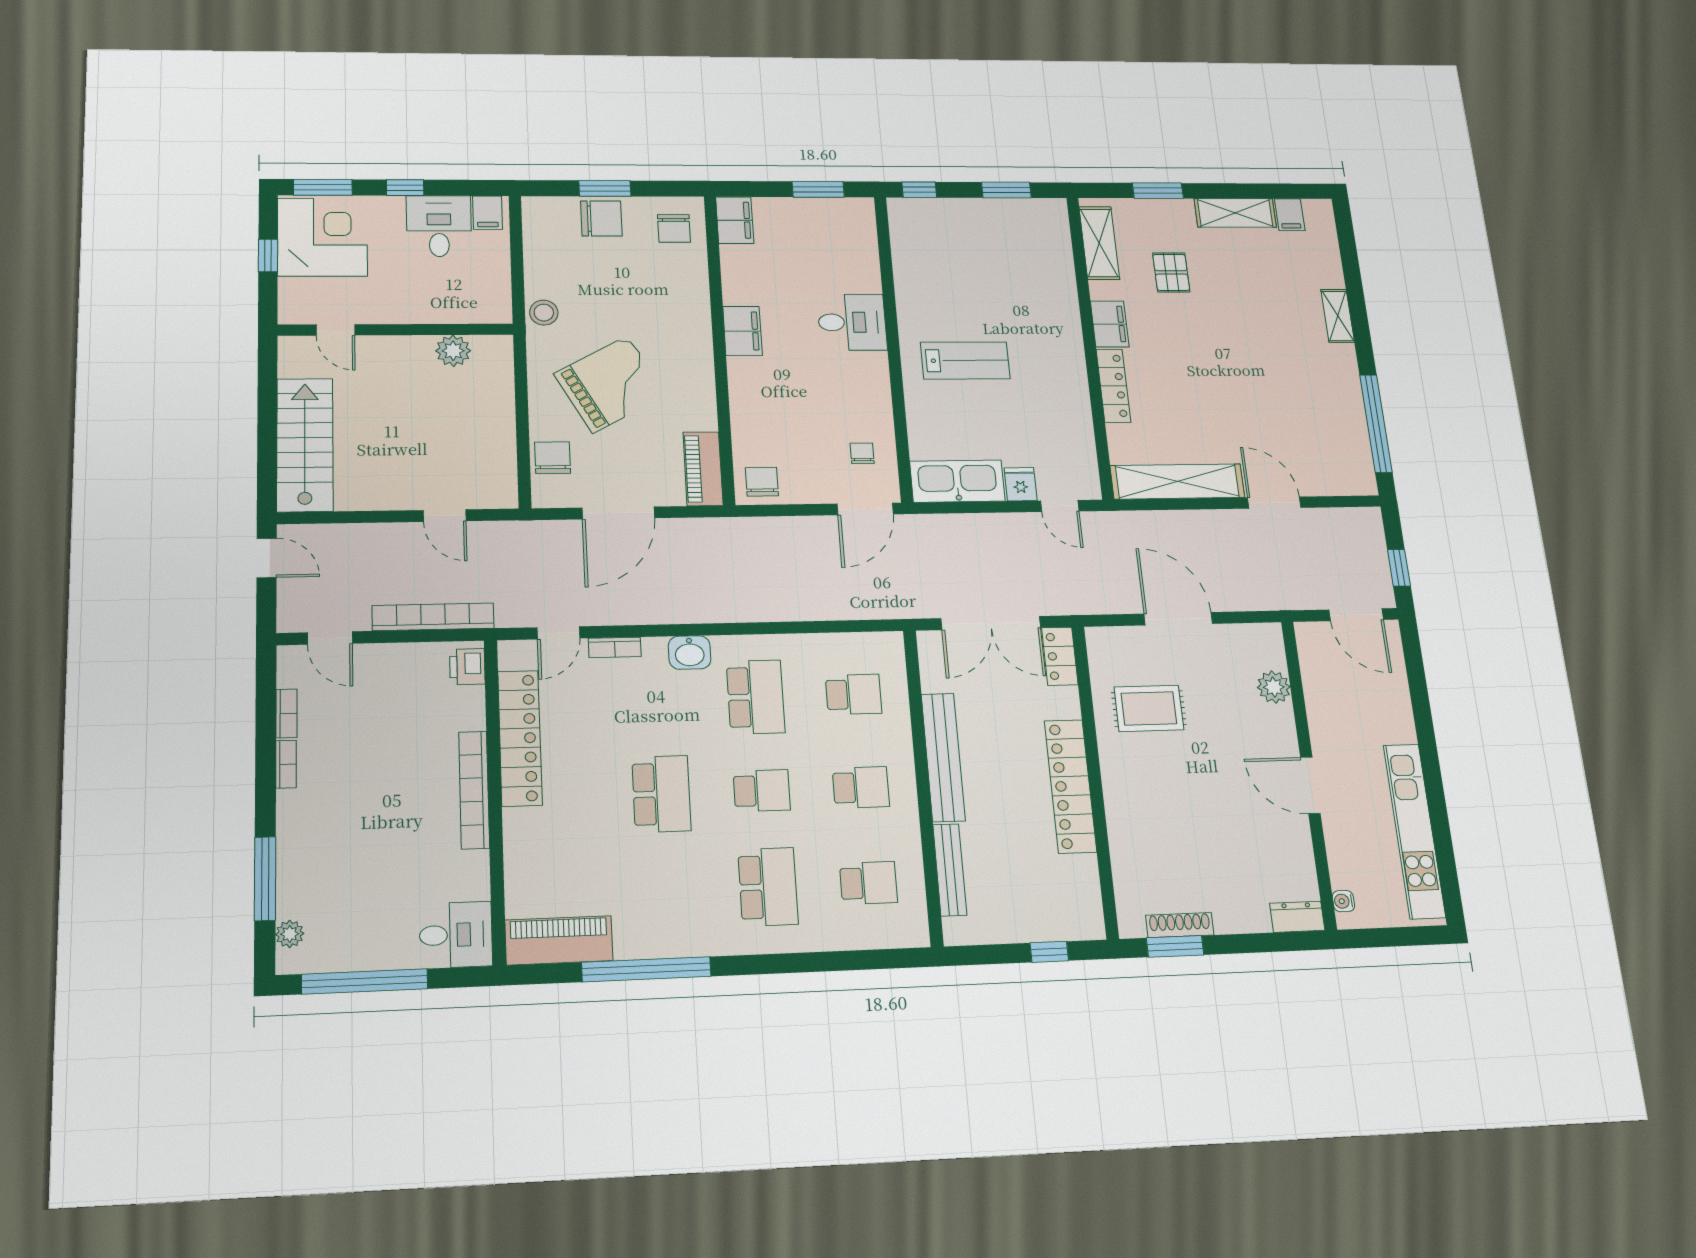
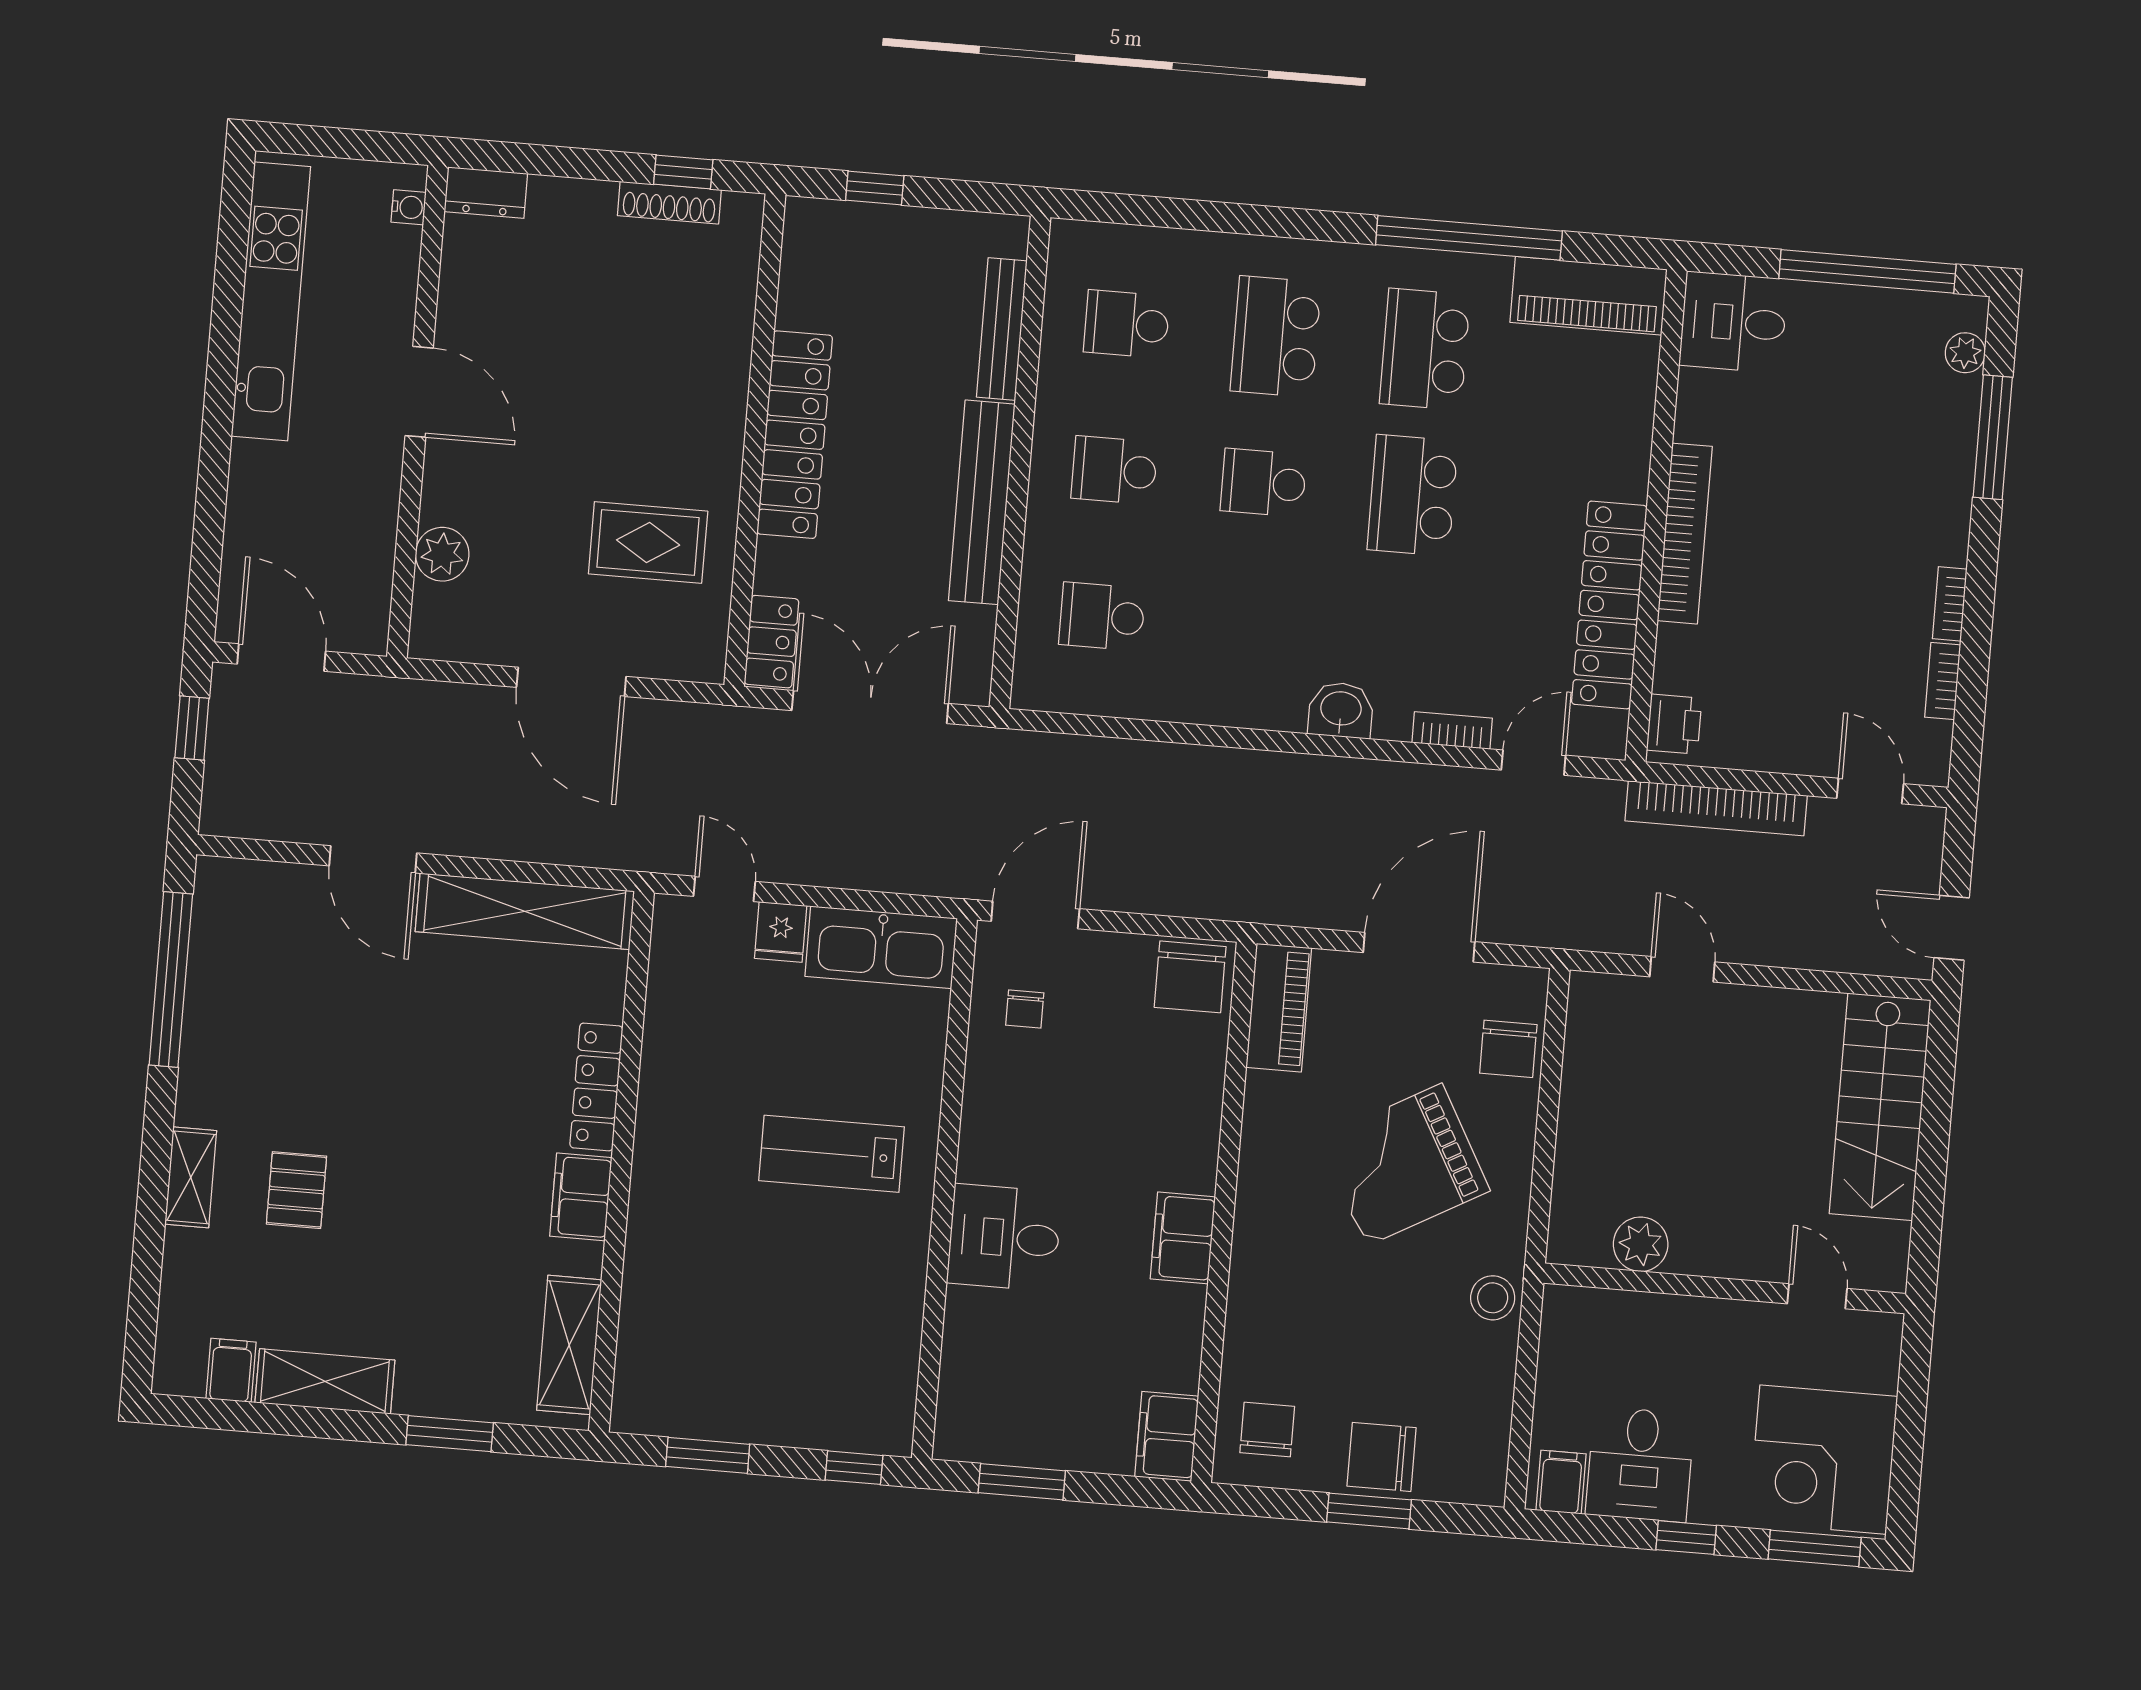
window: (268, 255) -> (1909, 1435), removed
pallet: (1171, 272) -> (296, 1190), moved
chair: (762, 482) -> (1190, 977), width x1.37, depth x1.37
school desk: (756, 697) -> (1425, 349), moved
window: (1175, 946) -> (683, 172), width x0.67

